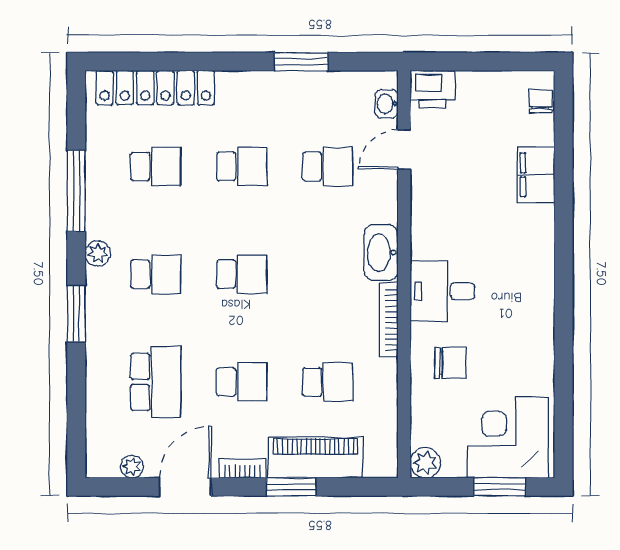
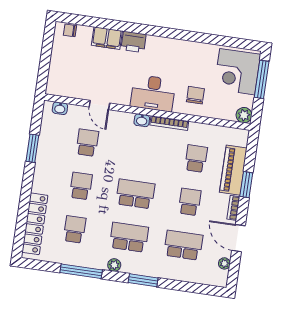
printer: (432, 89) -> (133, 42), moved, turned 90
door: (404, 149) -> (99, 105), moved
washbasin: (381, 253) -> (142, 120), width x0.52, depth x0.69
school desk: (156, 274) -> (129, 237), width x1.85
school desk: (242, 274) -> (135, 194), width x1.85
desk: (442, 291) -> (153, 93), width x1.37
window: (500, 487) -> (262, 79), width x1.44

